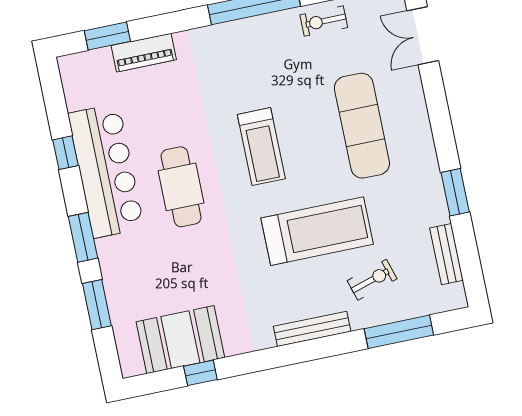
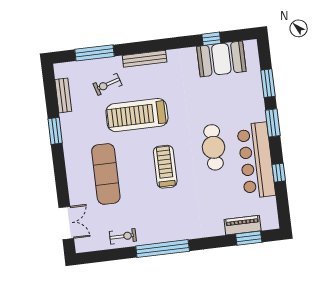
piano: (144, 53) -> (243, 225), moved

